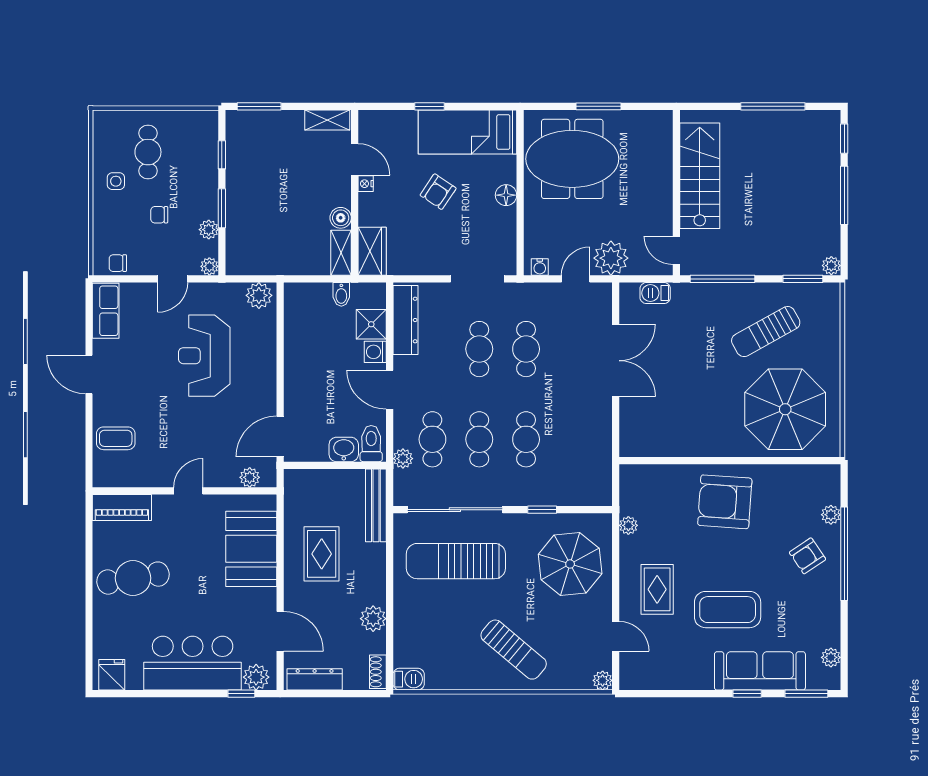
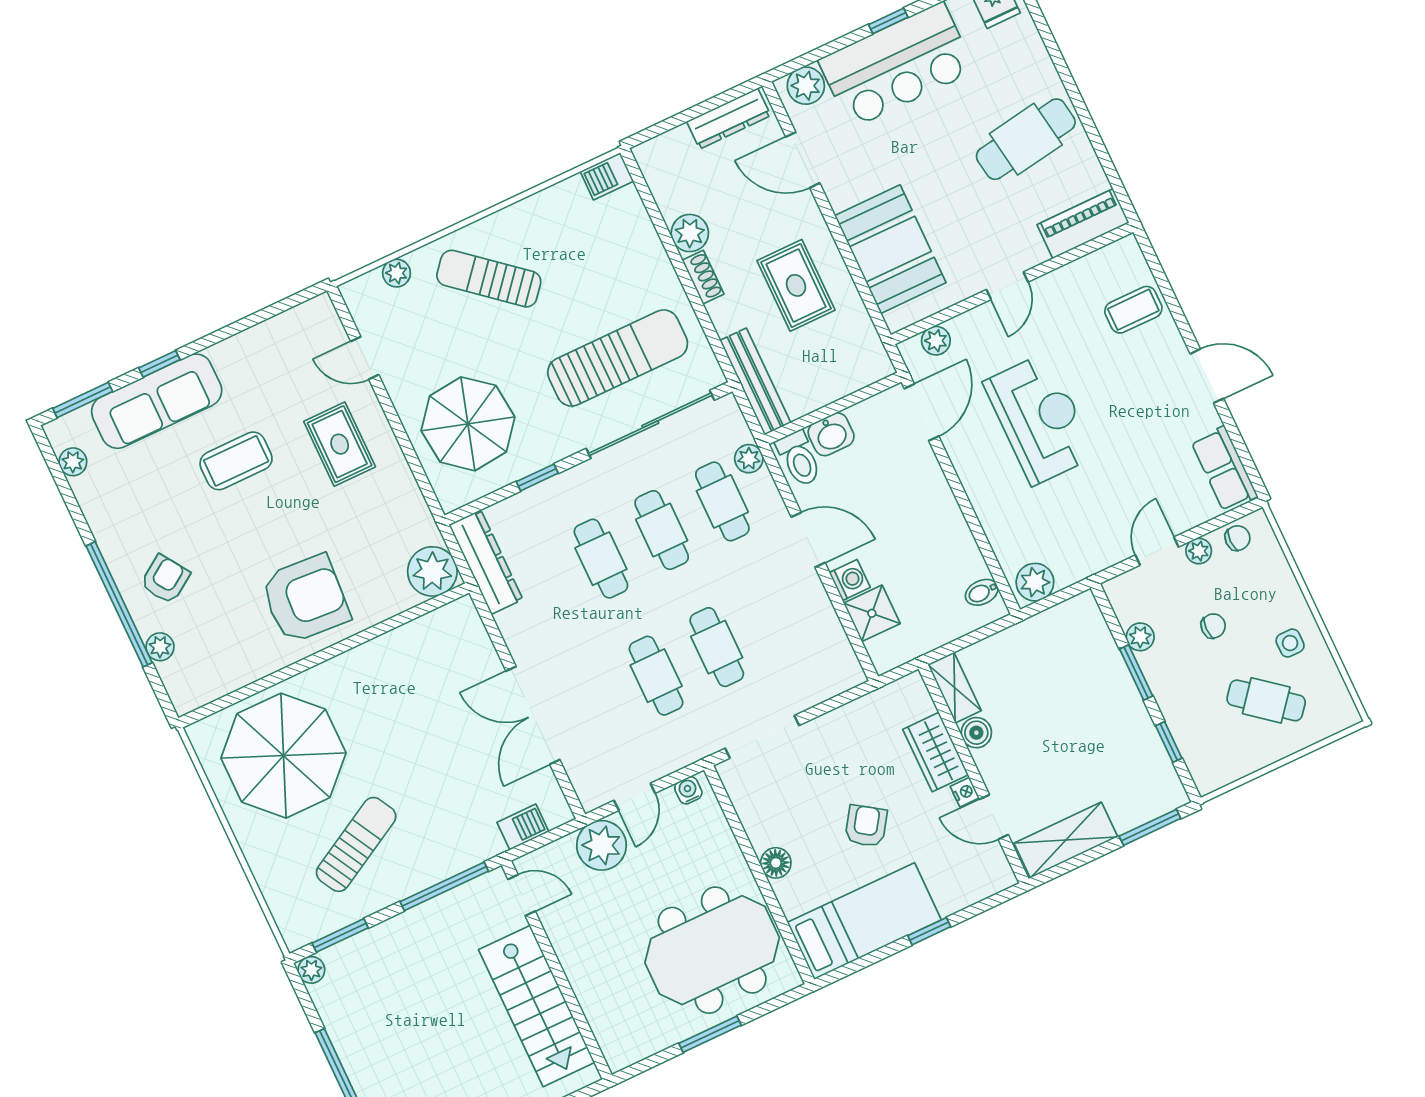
shelving: (327, 120) -> (1066, 840), width x1.50, depth x1.33
cafe table: (148, 152) -> (1266, 700), turned -51
wardrobe: (372, 251) -> (936, 752), moved
plant: (209, 266) -> (1199, 551), moved
bidet: (341, 294) -> (982, 592), moved, turned -90
dresser: (405, 320) -> (486, 562), moved, turned 180
reception desk: (204, 356) -> (1040, 419), moved
plant: (628, 525) -> (432, 571), moved, width x1.87, depth x1.87
coffee table: (728, 610) -> (236, 461), width x0.73, depth x0.76
shoe rack: (378, 672) -> (703, 277), moved
plant: (603, 680) -> (397, 273), moved
window: (241, 694) -> (888, 21), moved

